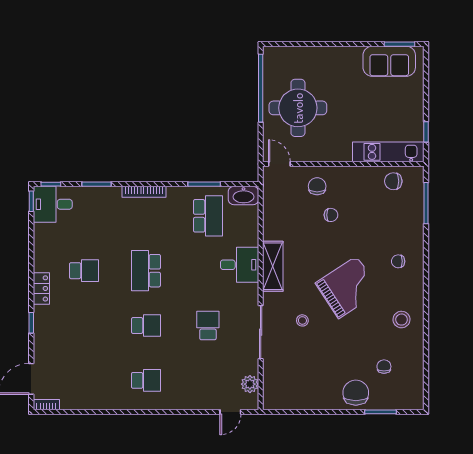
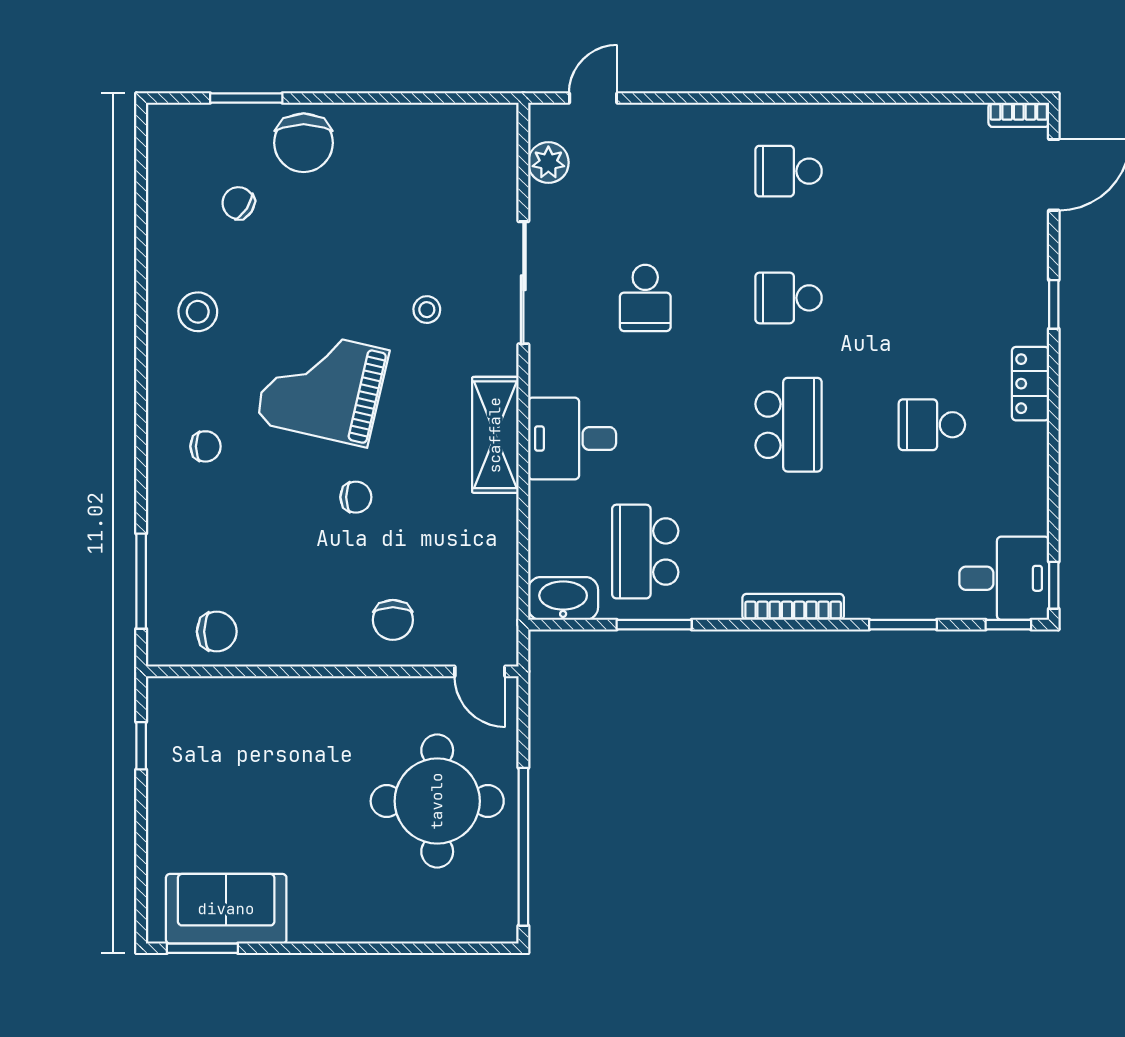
kitchen unit: (388, 152) -> (228, 699), removed
chair: (331, 215) -> (356, 497), moved, turned 180
grand piano: (348, 287) -> (322, 386), turned 46
chair: (384, 367) -> (238, 203), turned 123

